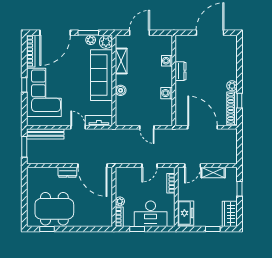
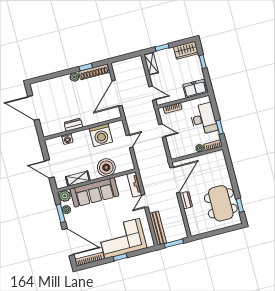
boiler: (121, 90) -> (106, 167), width x1.86, depth x1.86
washing machine: (167, 93) -> (101, 135), width x1.89, depth x1.89
shelving: (213, 172) -> (151, 64), moved

